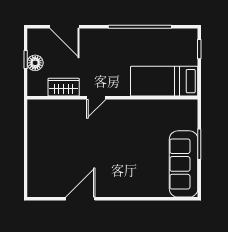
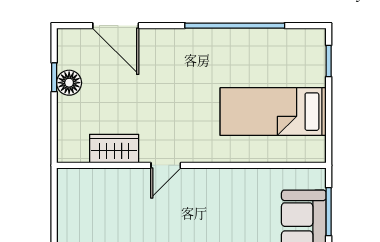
wardrobe: (64, 87) -> (114, 149), moved
door: (96, 98) -> (166, 165), moved
wall: (112, 98) -> (191, 165), moved

